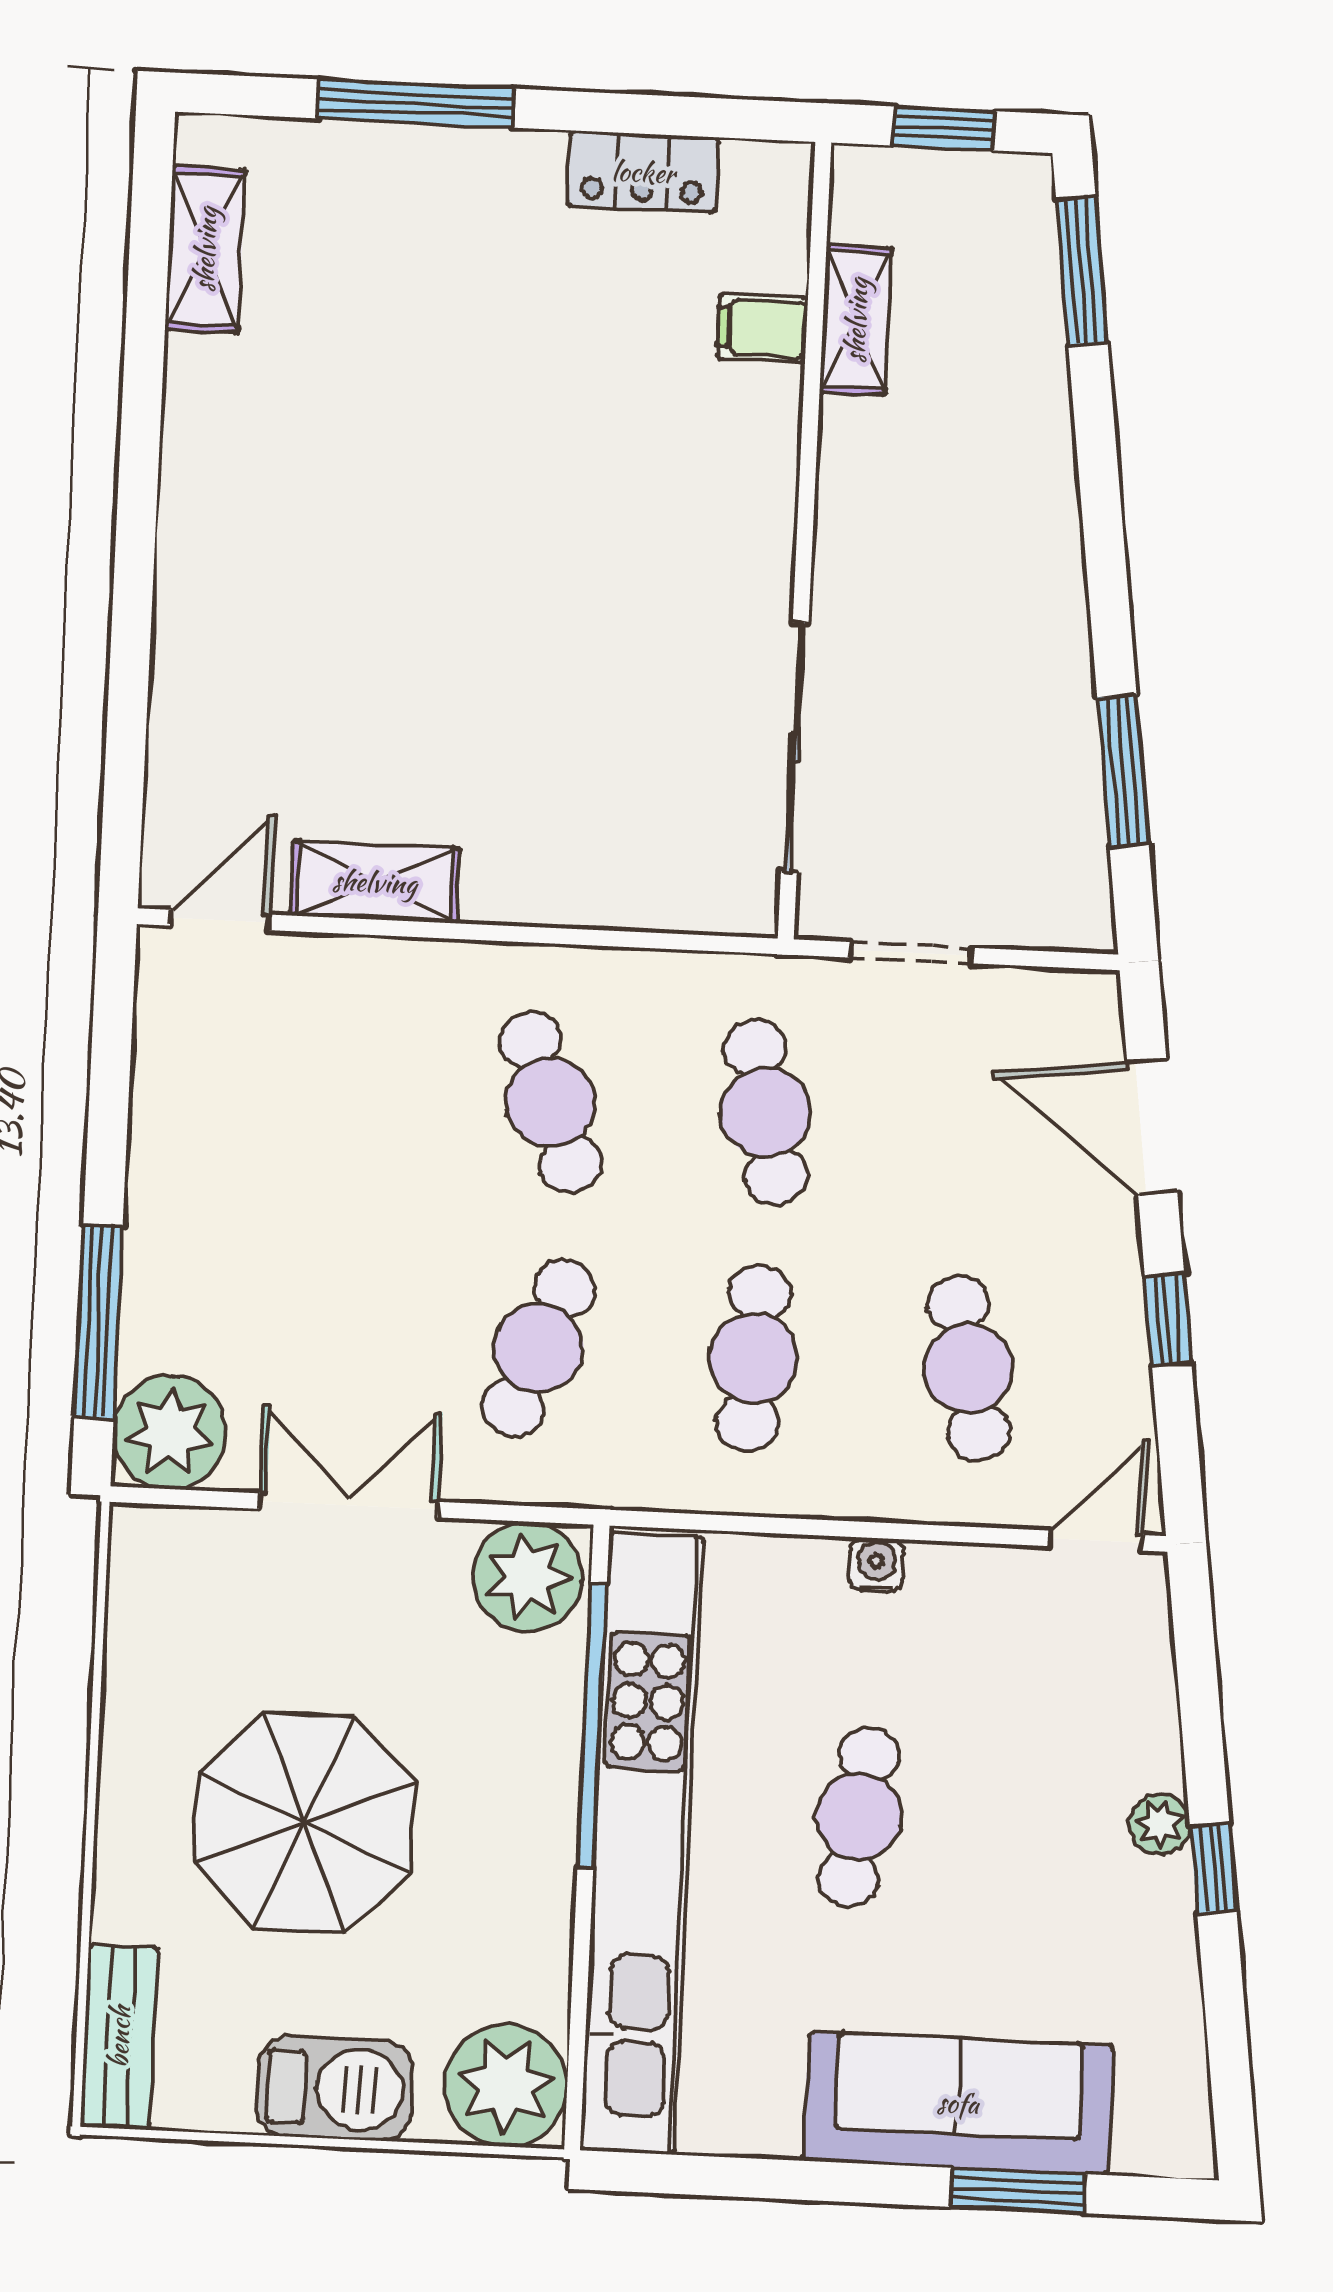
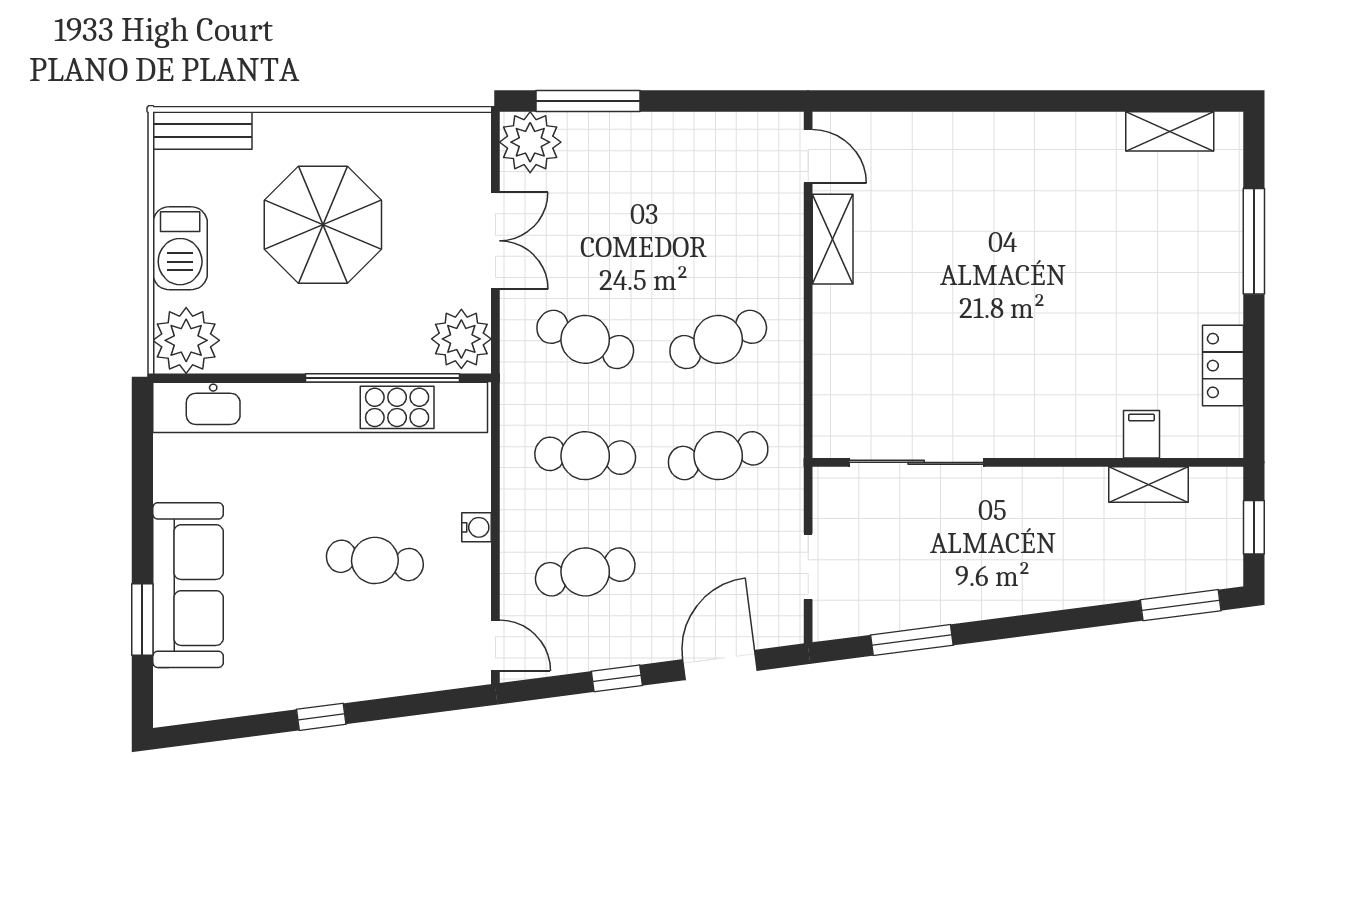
doorway: (912, 953) -> (808, 567), moved
cafe table: (859, 1817) -> (375, 560), moved
plant: (1160, 1824) -> (344, 687), removed

